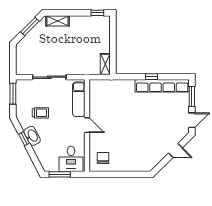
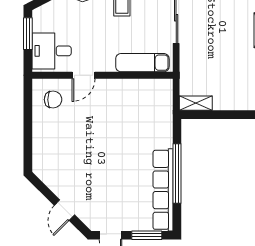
window: (151, 77) -> (177, 173), width x3.17
door: (87, 125) -> (84, 75), moved

